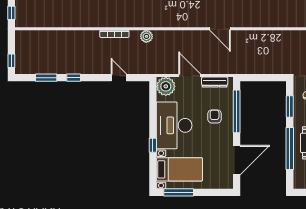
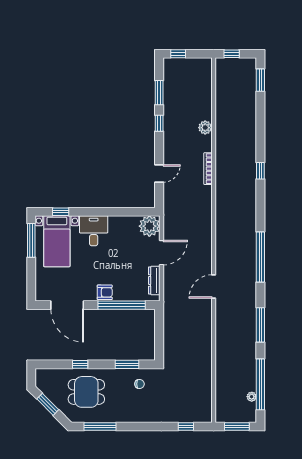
plant: (146, 36) -> (205, 128), moved
armchair: (215, 116) -> (105, 292), moved
desk: (174, 125) -> (94, 231), width x0.53, depth x0.77
window: (153, 145) -> (61, 212), moved
window: (290, 148) -> (80, 364), width x0.32

